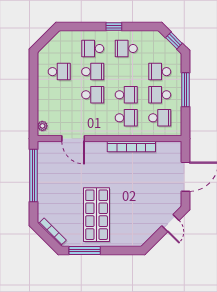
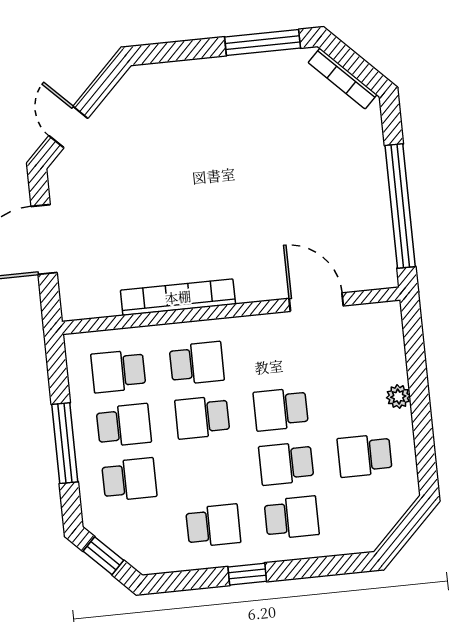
school desk: (126, 118) -> (197, 363), turned 180
plant: (42, 126) -> (398, 397), moved
shop shelf: (97, 215) -> (243, 129), removed

